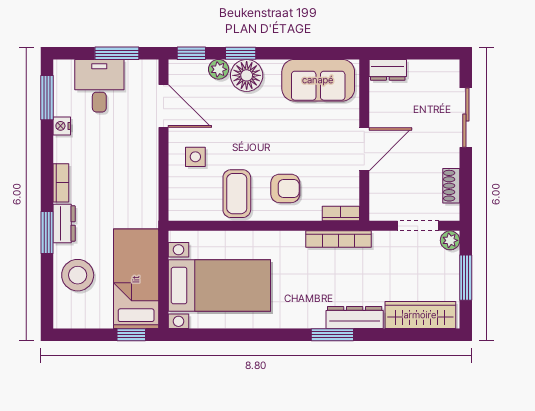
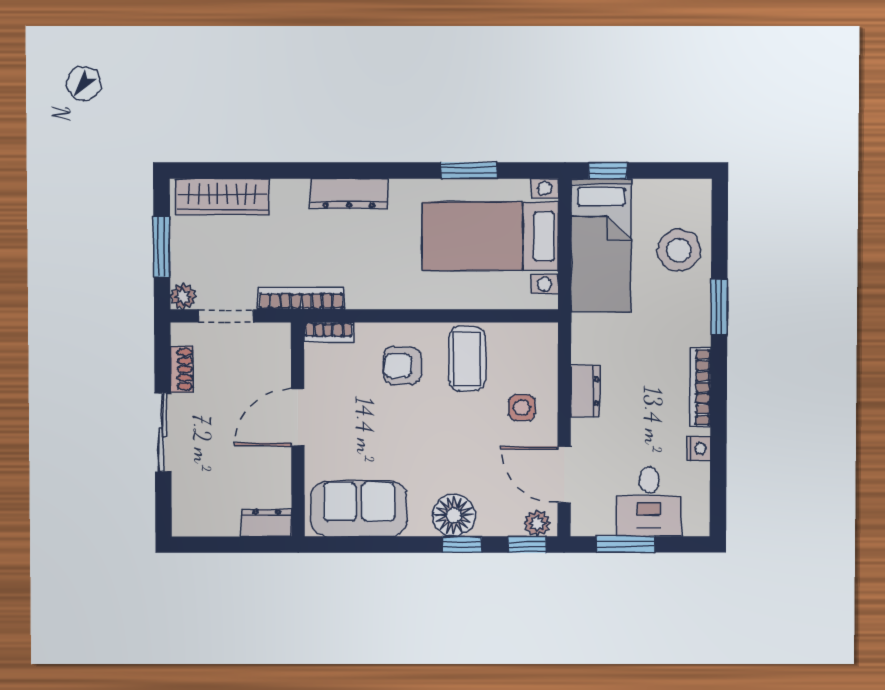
plant: (219, 69) -> (537, 523), moved
window: (47, 98) -> (718, 486), removed
sliding door: (466, 118) -> (163, 432), moved
bookcase: (61, 183) -> (700, 387), width x1.56
dresser: (64, 223) -> (585, 391), moved, turned 180
bookcase: (339, 239) -> (301, 298), moved
dresser: (355, 317) -> (349, 194), moved
window: (332, 335) -> (469, 170), moved

